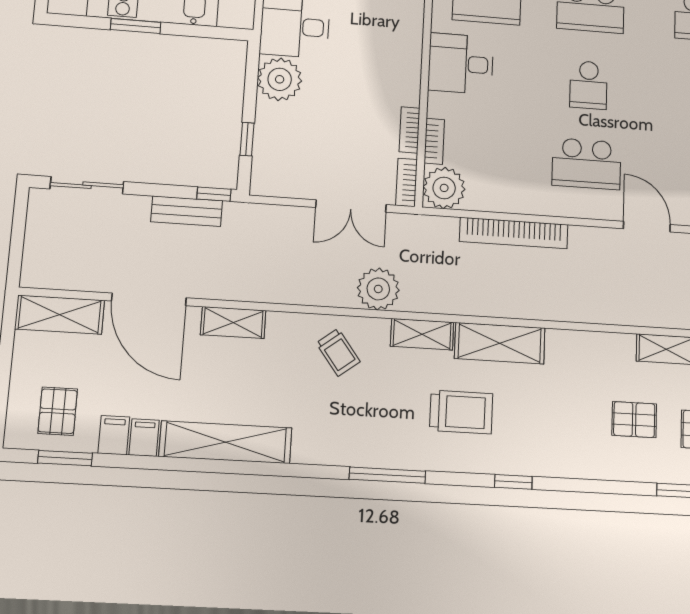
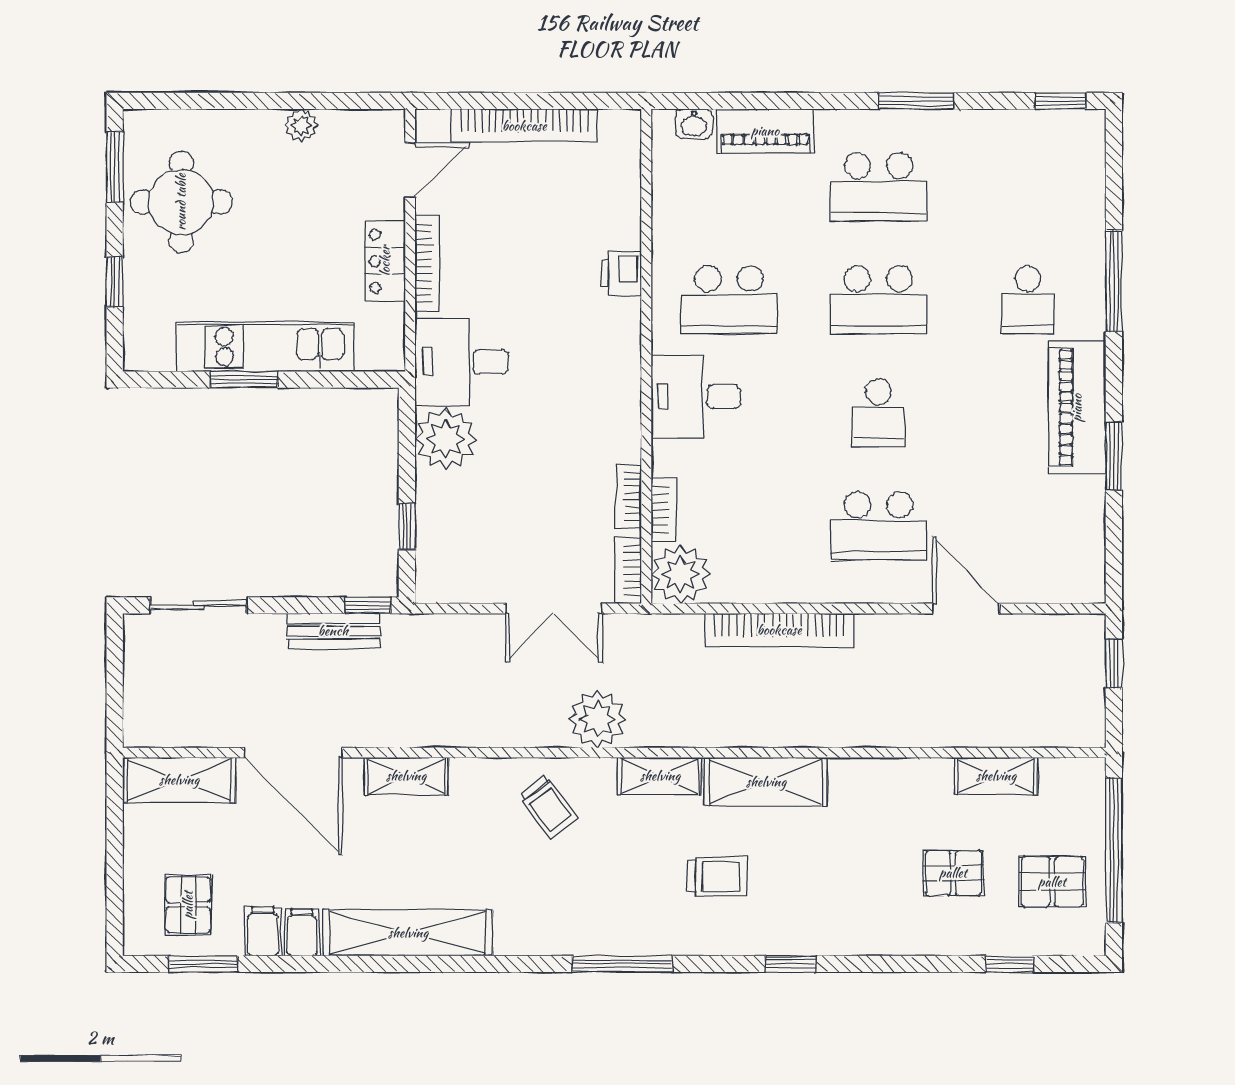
trolley: (461, 412) -> (717, 876), width x0.73, depth x0.72

